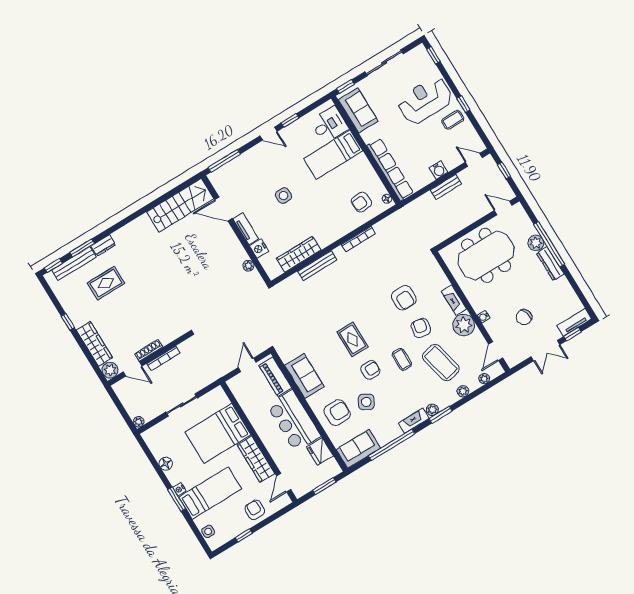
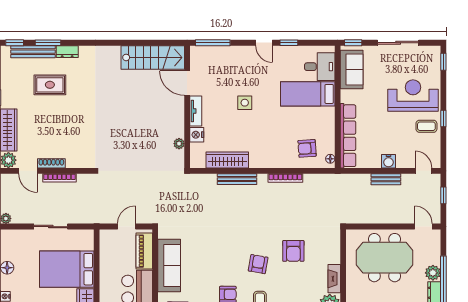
armchair: (421, 328) -> (258, 264), moved
rug: (353, 339) -> (229, 259), removed
sofa: (304, 376) -> (169, 265), width x1.36

